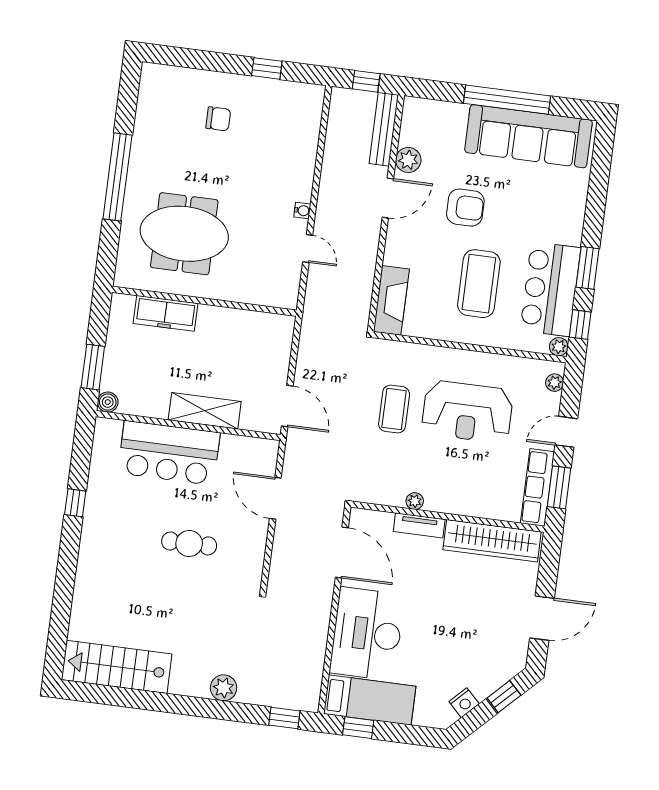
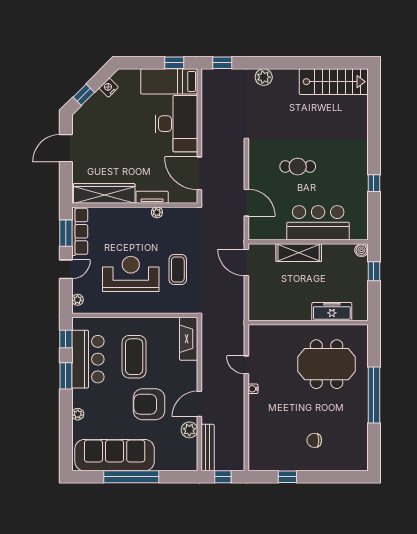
armchair: (465, 208) -> (149, 404), width x1.36, depth x1.36
plant: (559, 347) -> (78, 414), moved
window: (93, 367) -> (374, 271), width x0.67

